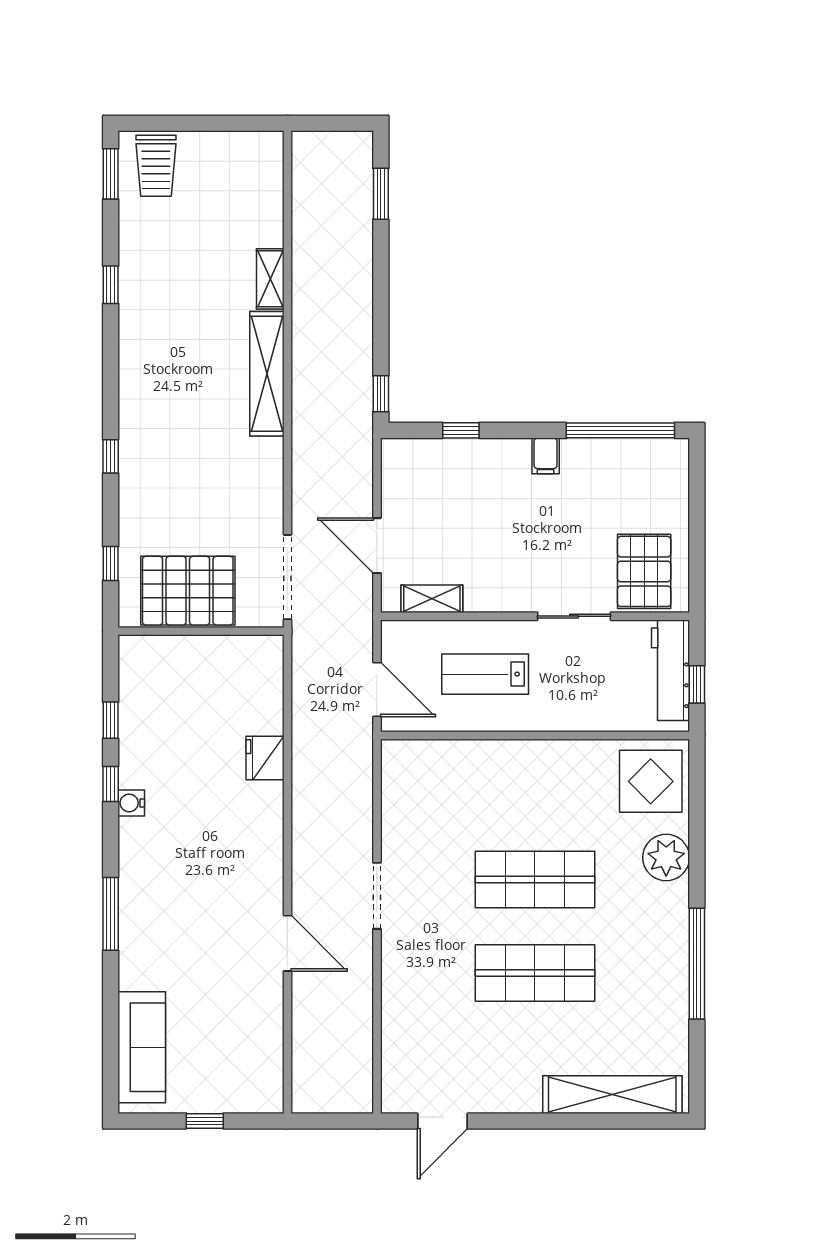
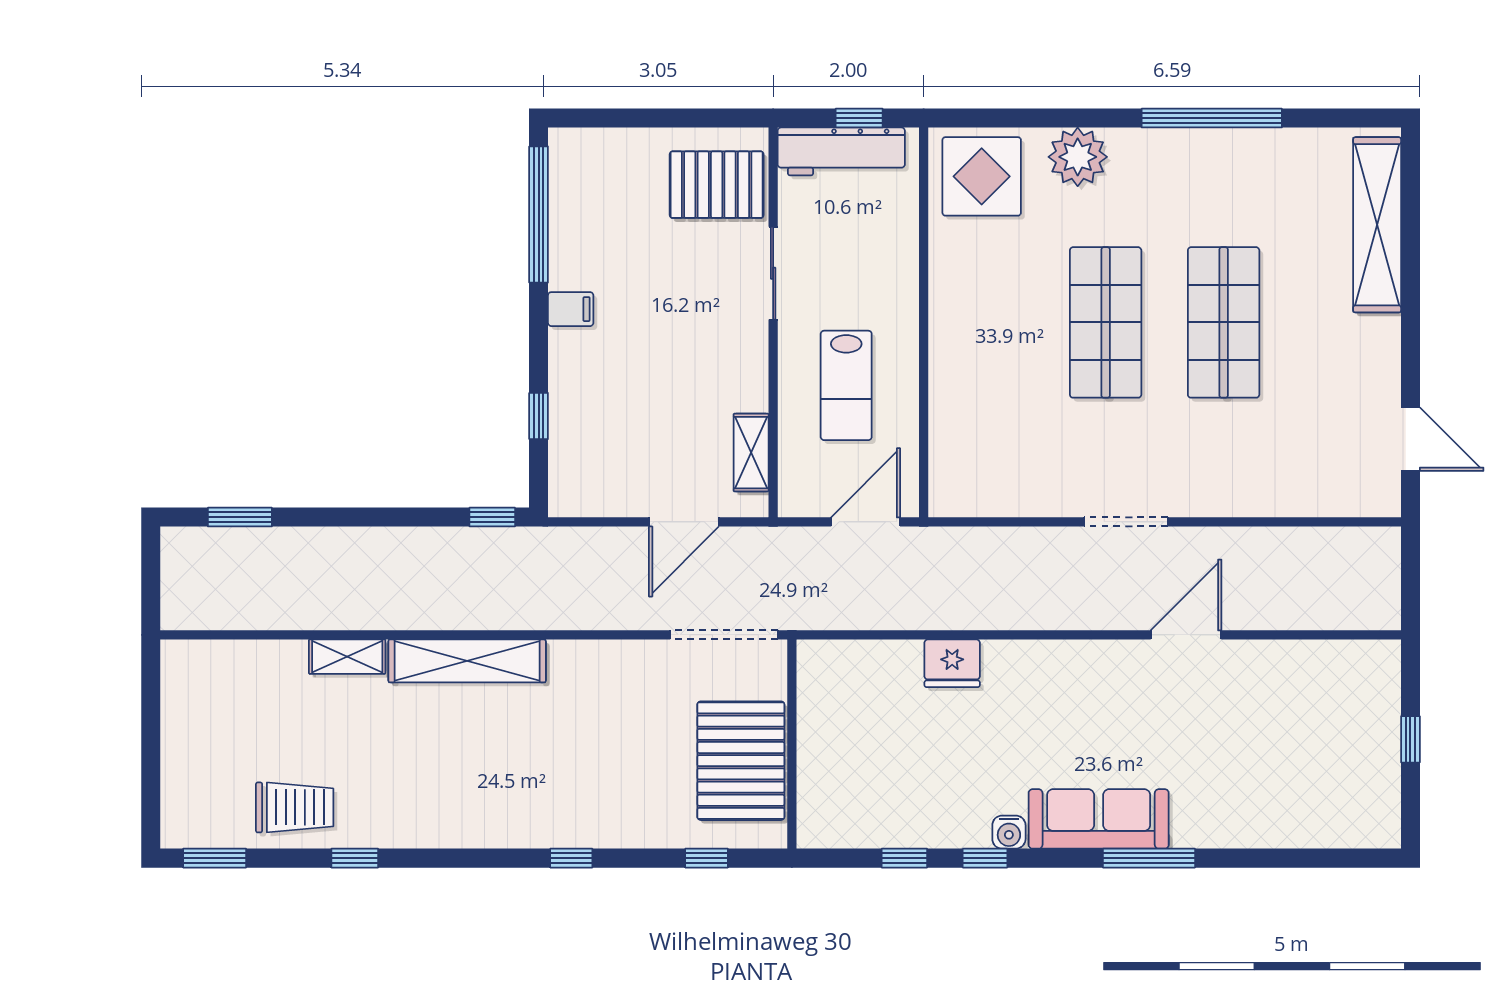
trolley: (156, 166) -> (295, 807), moved
sofa: (142, 1047) -> (1099, 819), moved

